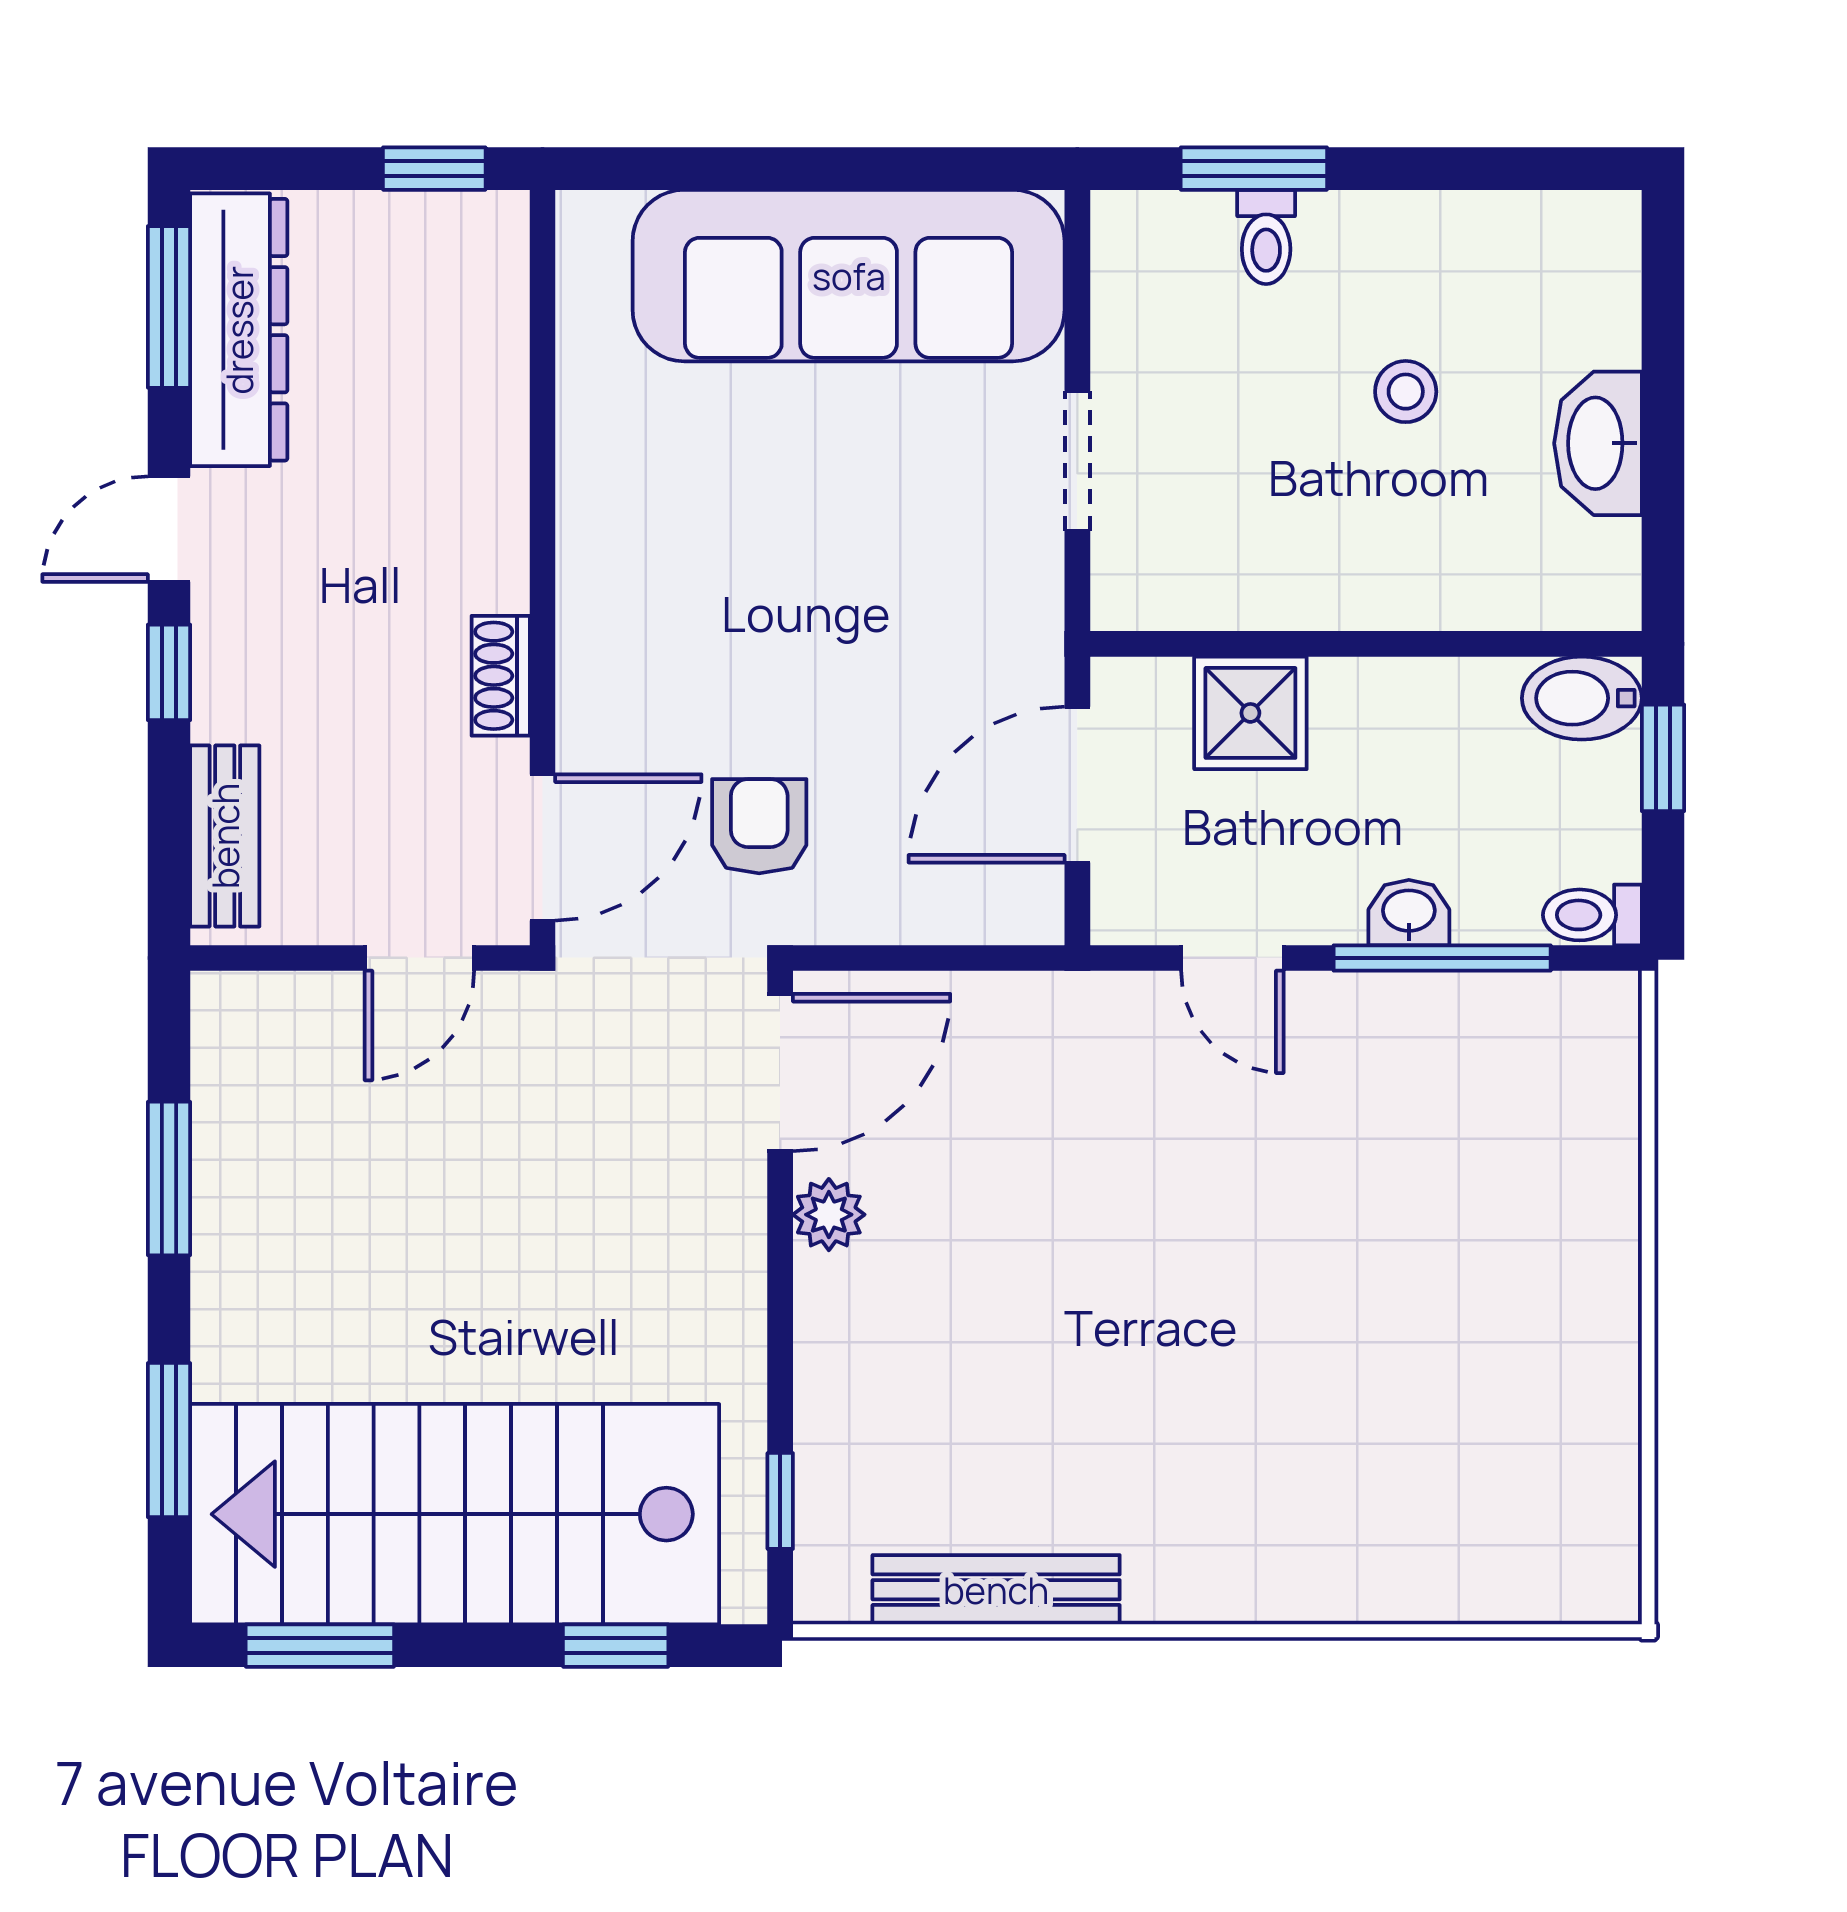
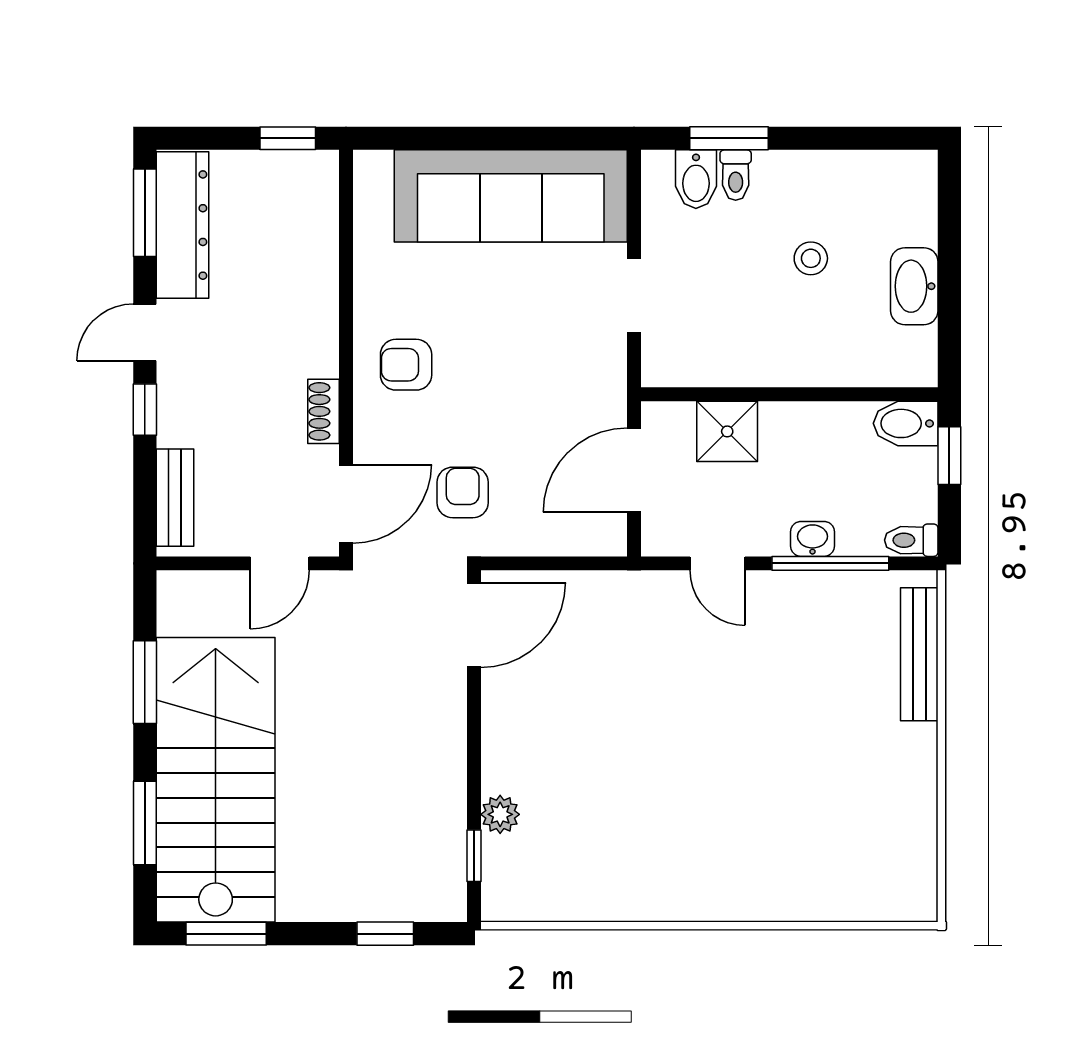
bidet: (1193, 245) -> (696, 179), added
armchair: (654, 589) -> (406, 365), added
plant: (829, 1215) -> (500, 814), moved
stairs: (455, 1514) -> (216, 780), moved, turned 90
bench: (996, 1590) -> (919, 654), moved, turned 90

